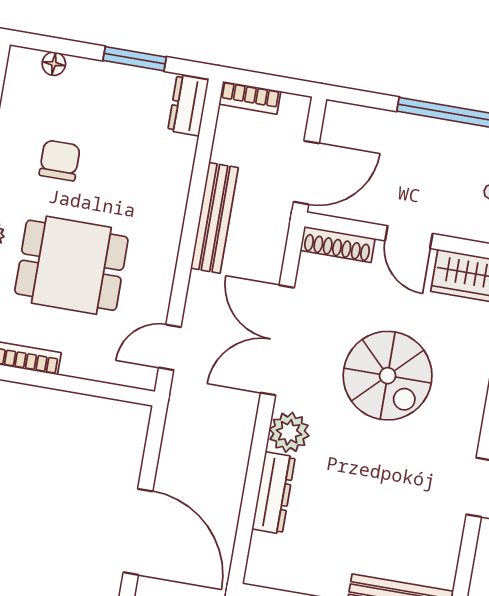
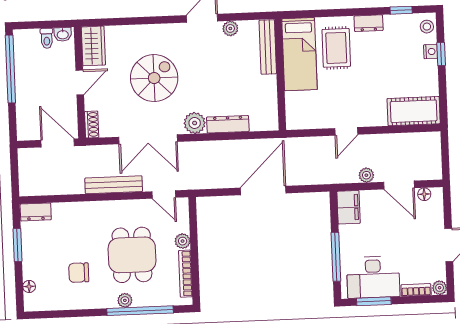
bookcase: (250, 98) -> (25, 181), removed
bench: (215, 218) -> (114, 185), moved
shoe rack: (338, 244) -> (92, 124), width x0.70
plant: (77, 364) -> (183, 241), added
plant: (449, 535) -> (230, 28), added

